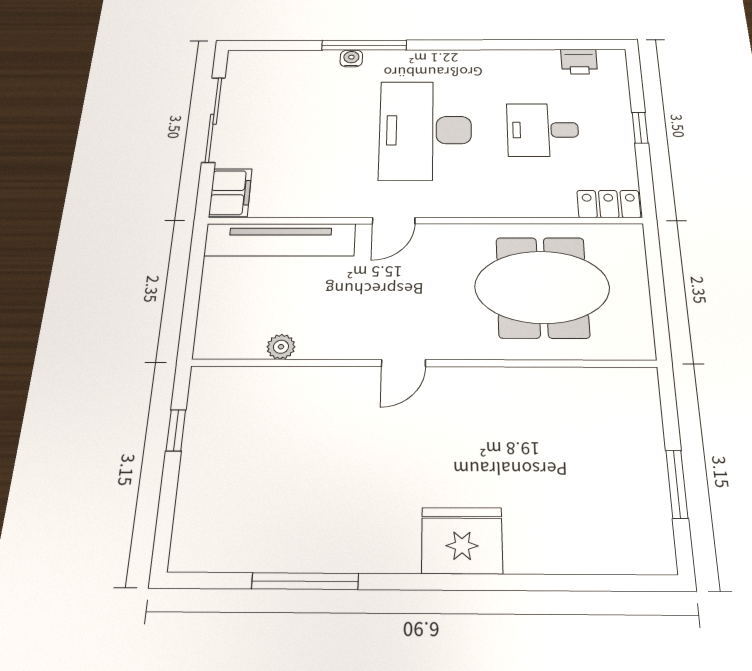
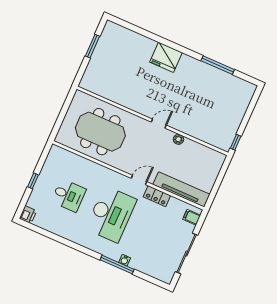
printer: (579, 62) -> (28, 215), moved, turned 90
filing cabinet: (230, 193) -> (192, 217), width x0.50
locker: (609, 204) -> (157, 196), moved
plant: (281, 347) -> (178, 139), moved
window: (176, 430) -> (236, 142), moved

